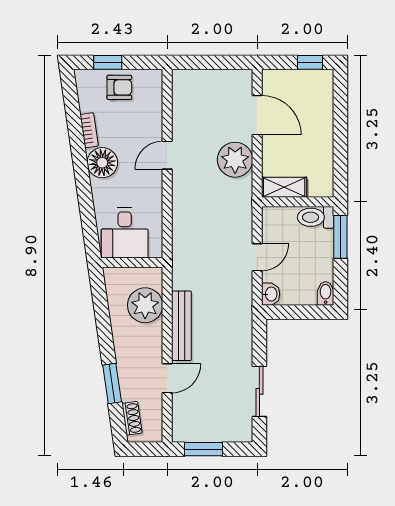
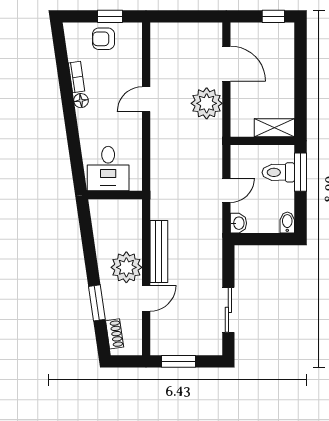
window: (108, 62) -> (110, 16), moved
armchair: (119, 87) -> (103, 39), turned 180
floor lamp: (102, 163) -> (81, 101), width x0.53, depth x0.53
shelving: (284, 187) -> (274, 128), moved
toilet: (316, 217) -> (278, 172), moved
plant: (145, 305) -> (126, 267), moved

